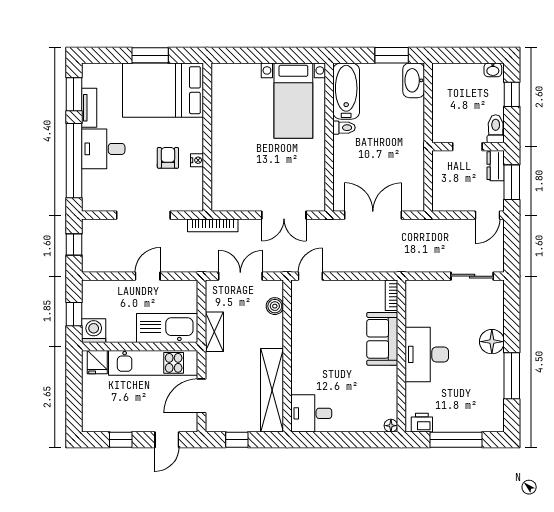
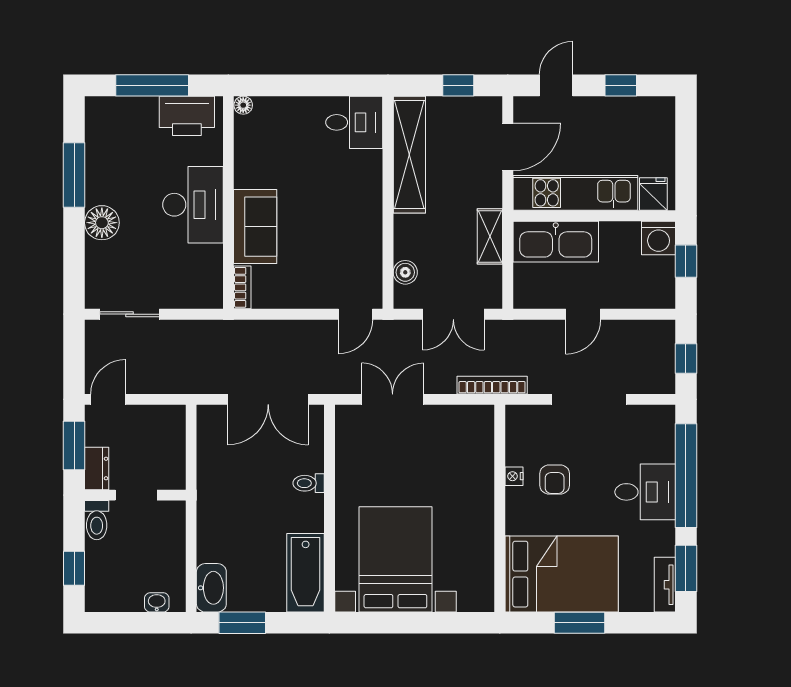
washbasin: (493, 70) -> (157, 602), moved
bed with nightstands: (293, 101) -> (395, 559), width x1.36
tv unit: (89, 108) -> (665, 585), moved
toilet: (344, 128) -> (309, 483), moved
printer: (422, 423) -> (187, 116), width x1.87, depth x1.48

